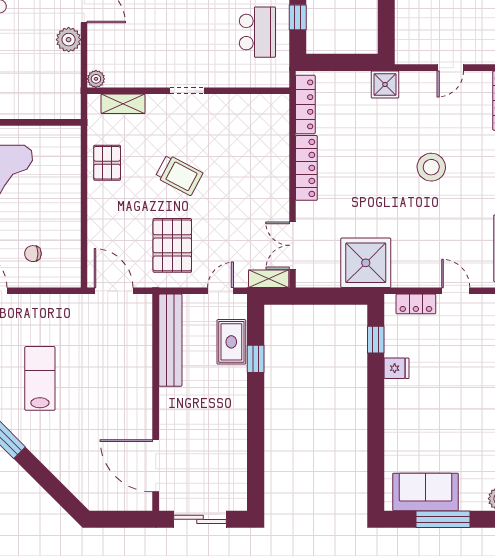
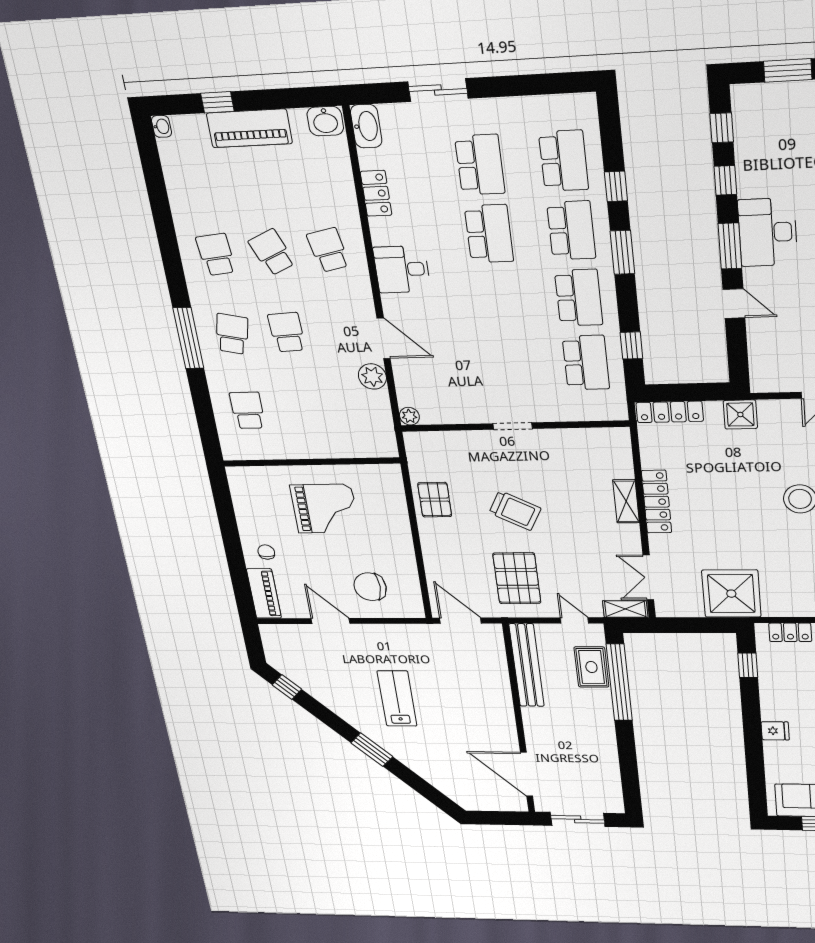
shelving: (123, 104) -> (626, 501), moved, turned 90
locker: (305, 104) -> (670, 412), moved, turned 90
chair: (33, 254) -> (370, 587), width x1.87, depth x1.87
door: (221, 291) -> (574, 620), hinge flipped
window: (256, 359) -> (619, 682), width x3.17
fridge: (396, 368) -> (775, 731), moved

